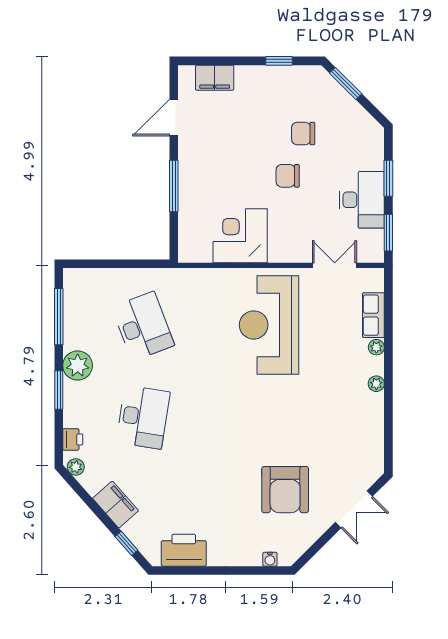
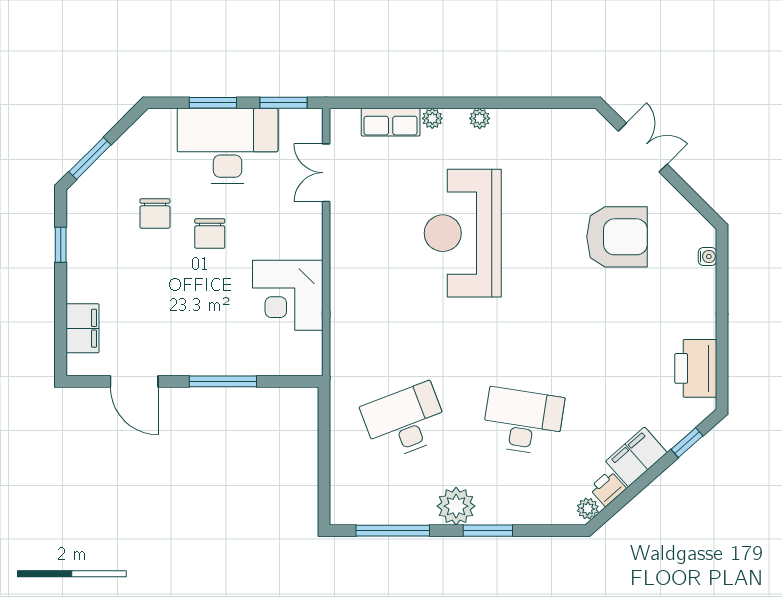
desk: (362, 200) -> (228, 146), width x1.36, depth x1.30
reception desk: (269, 325) -> (463, 233), moved, turned 90
printer: (73, 439) -> (608, 488), moved, turned -41

